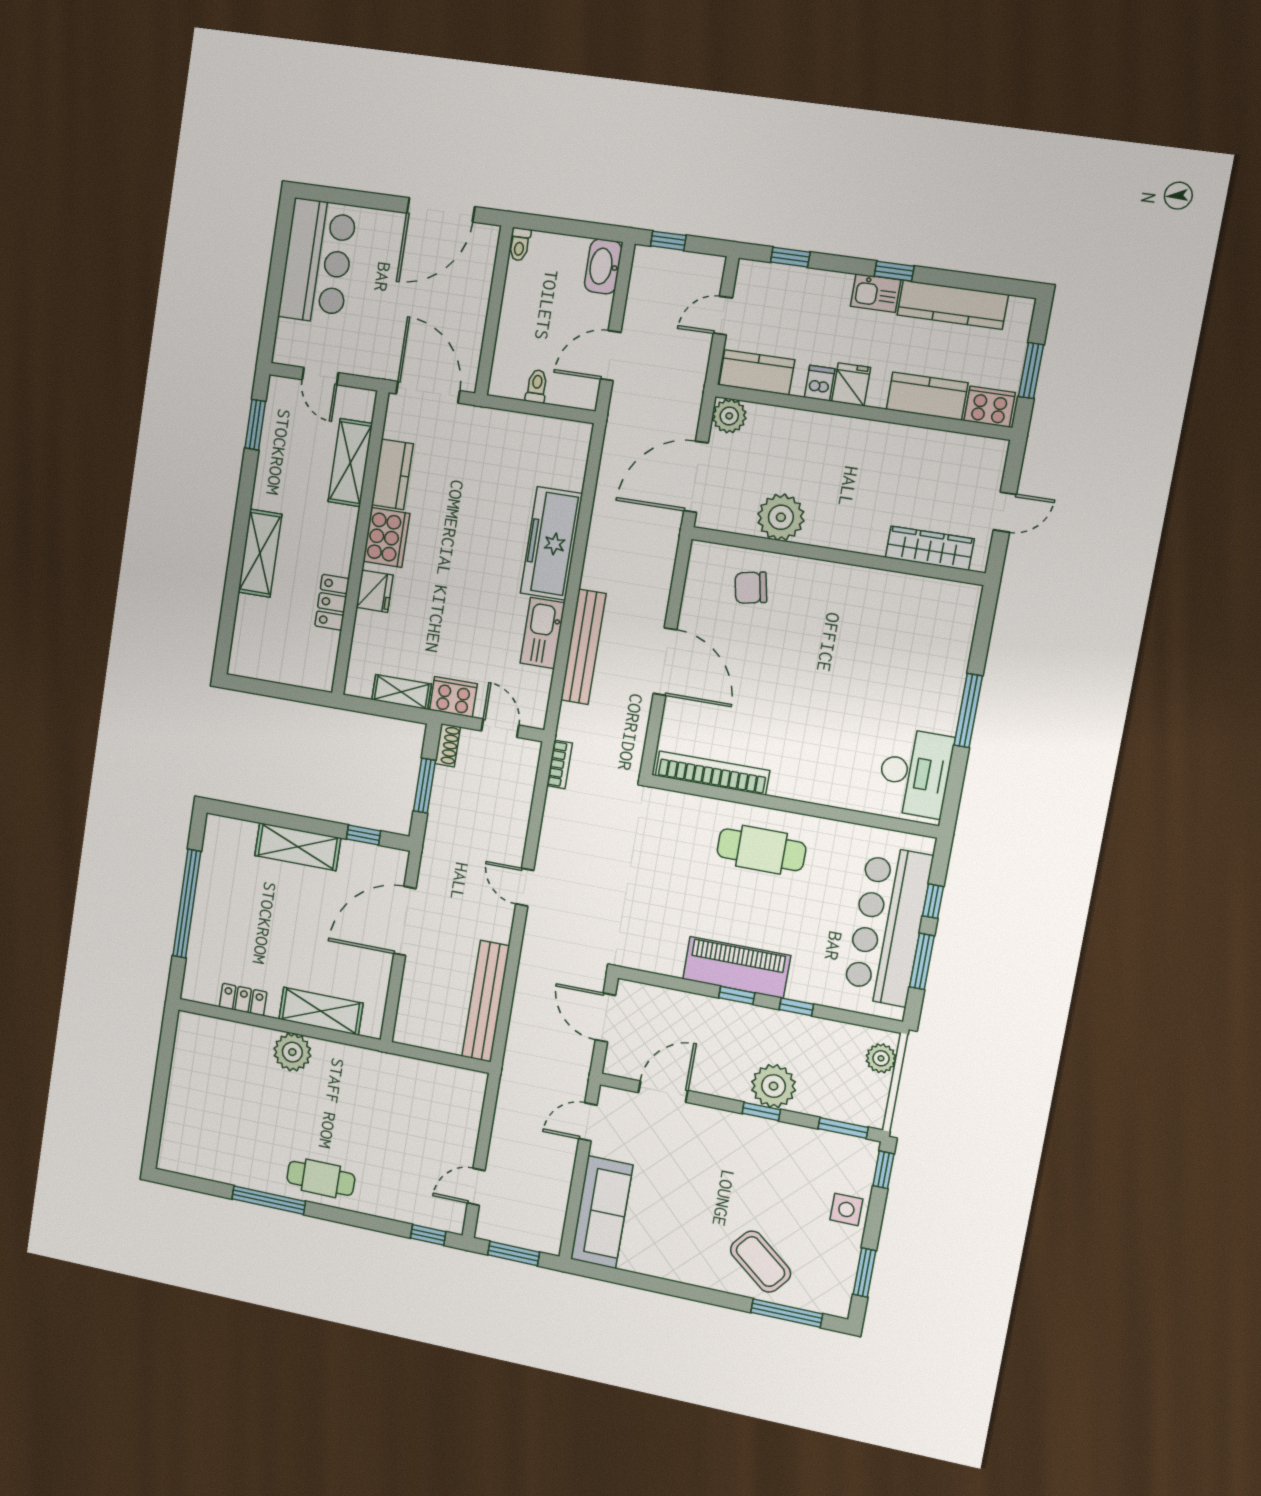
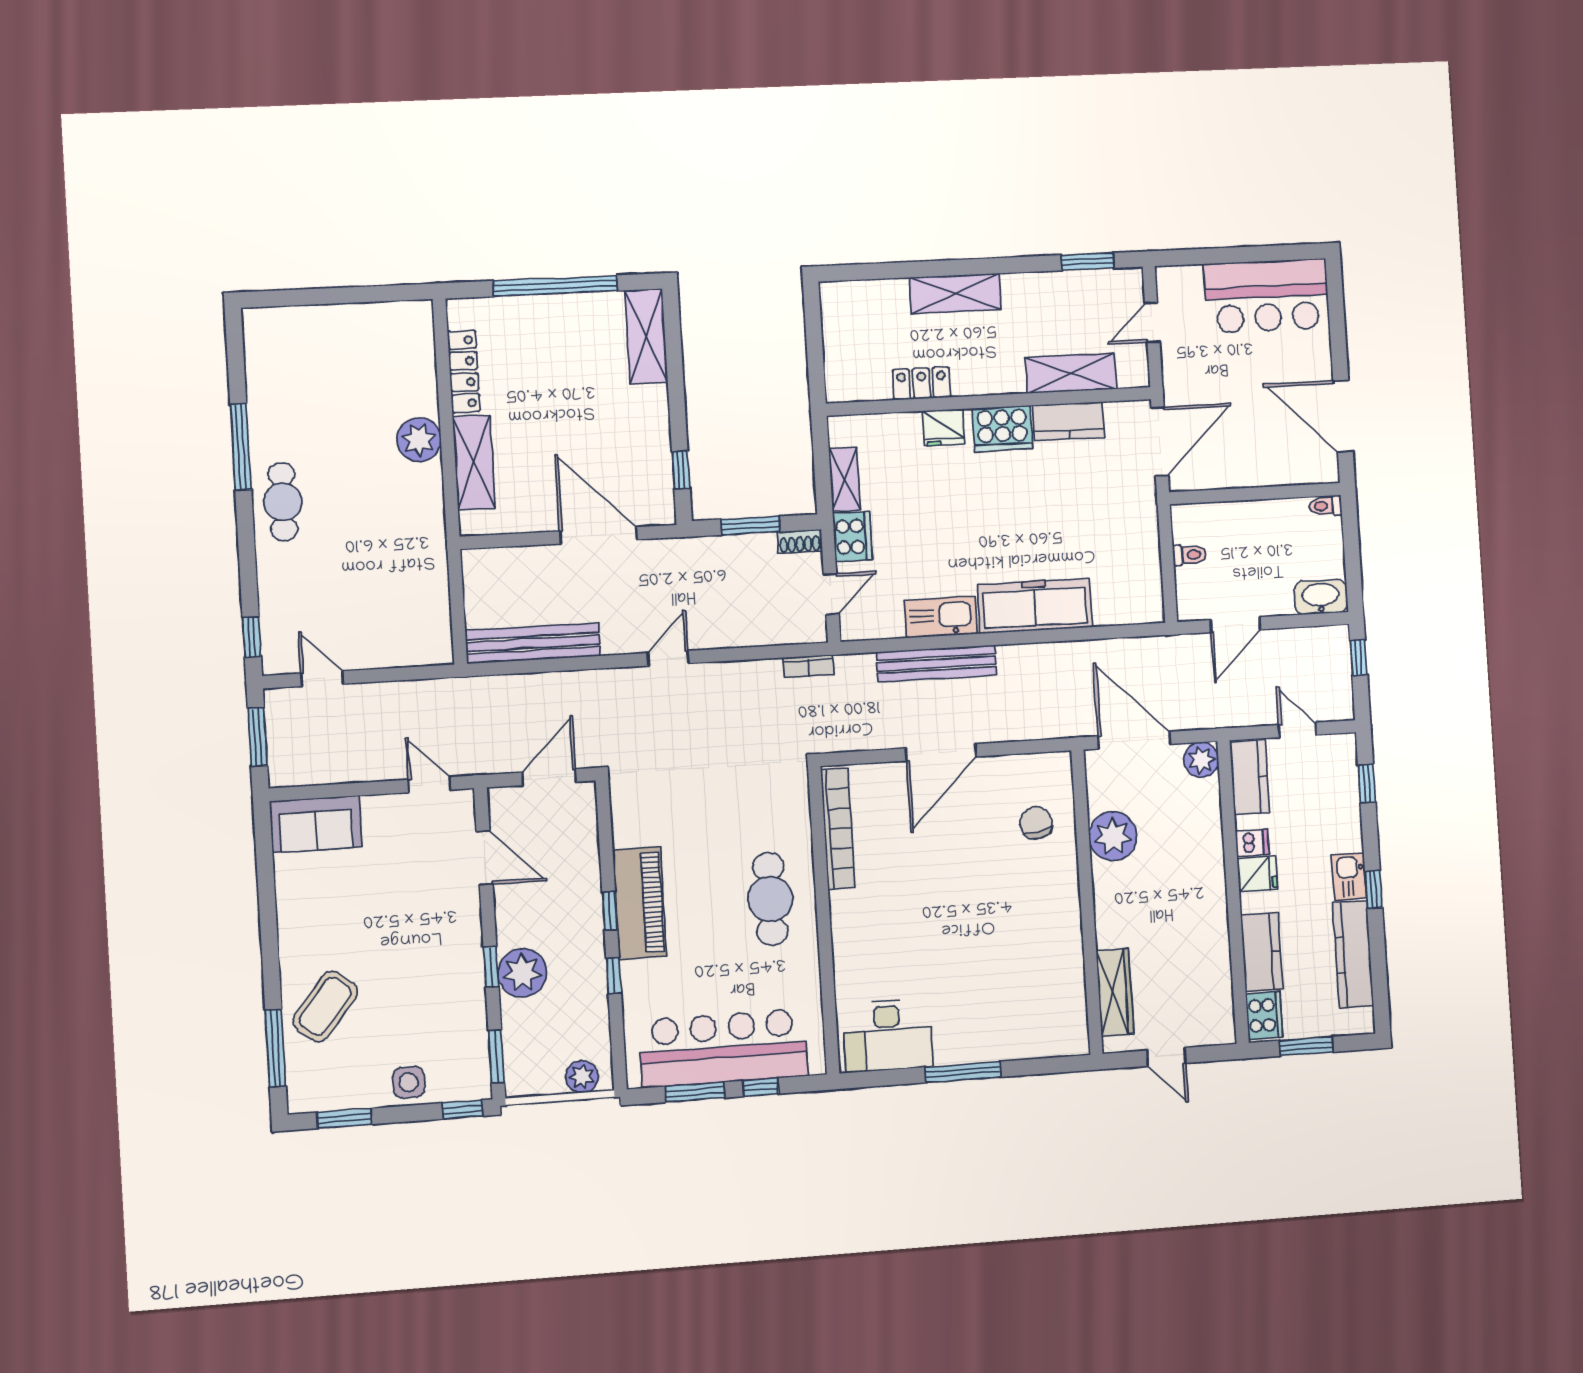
door: (611, 356) -> (1235, 625), swing flipped
shelving: (298, 847) -> (646, 336), moved
locker: (243, 1000) -> (464, 372), width x1.53
sofa: (602, 1212) -> (316, 824), width x0.73

